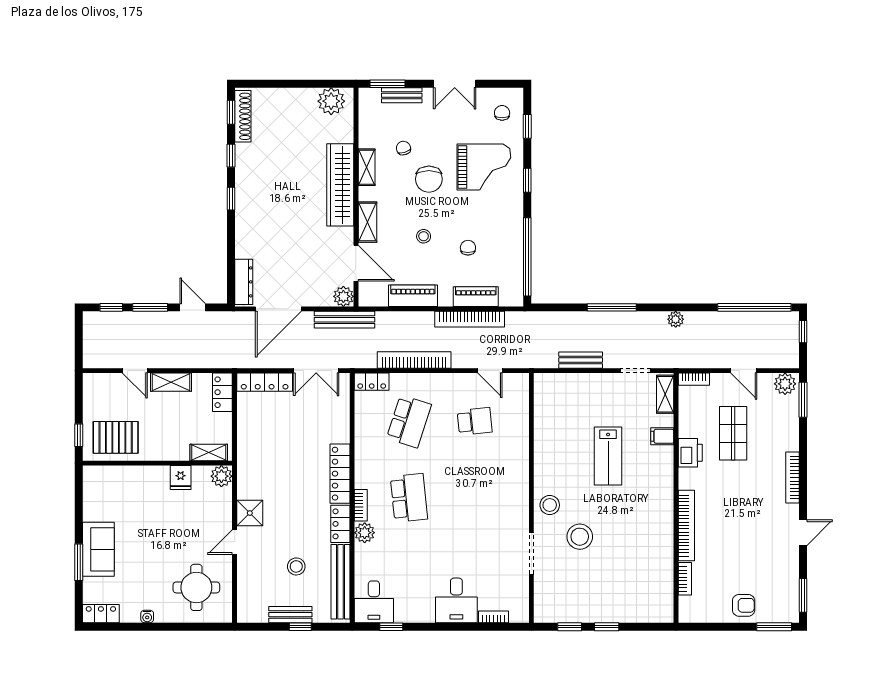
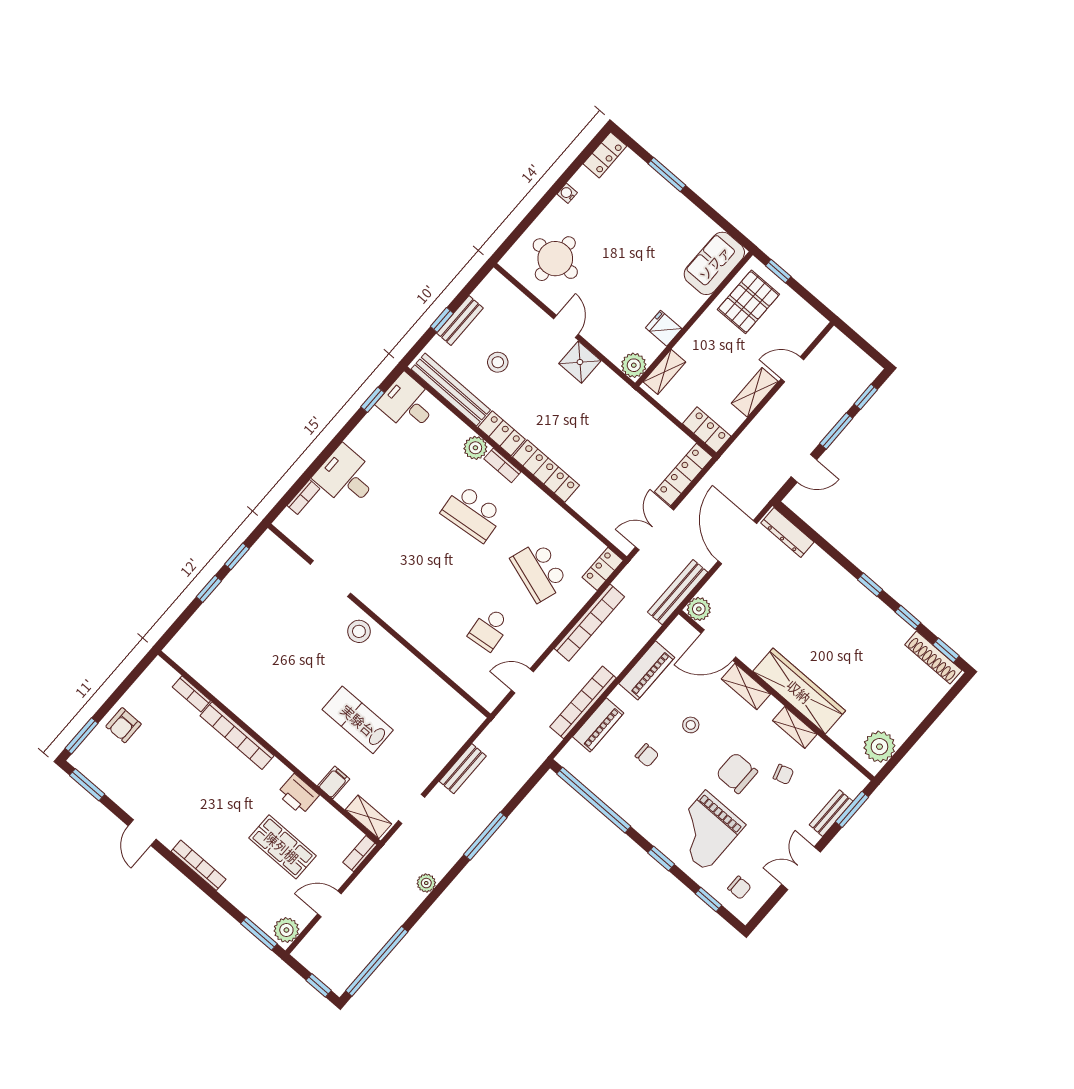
stool: (580, 537) -> (308, 634), removed
sofa: (98, 549) -> (714, 263), moved, turned 90

